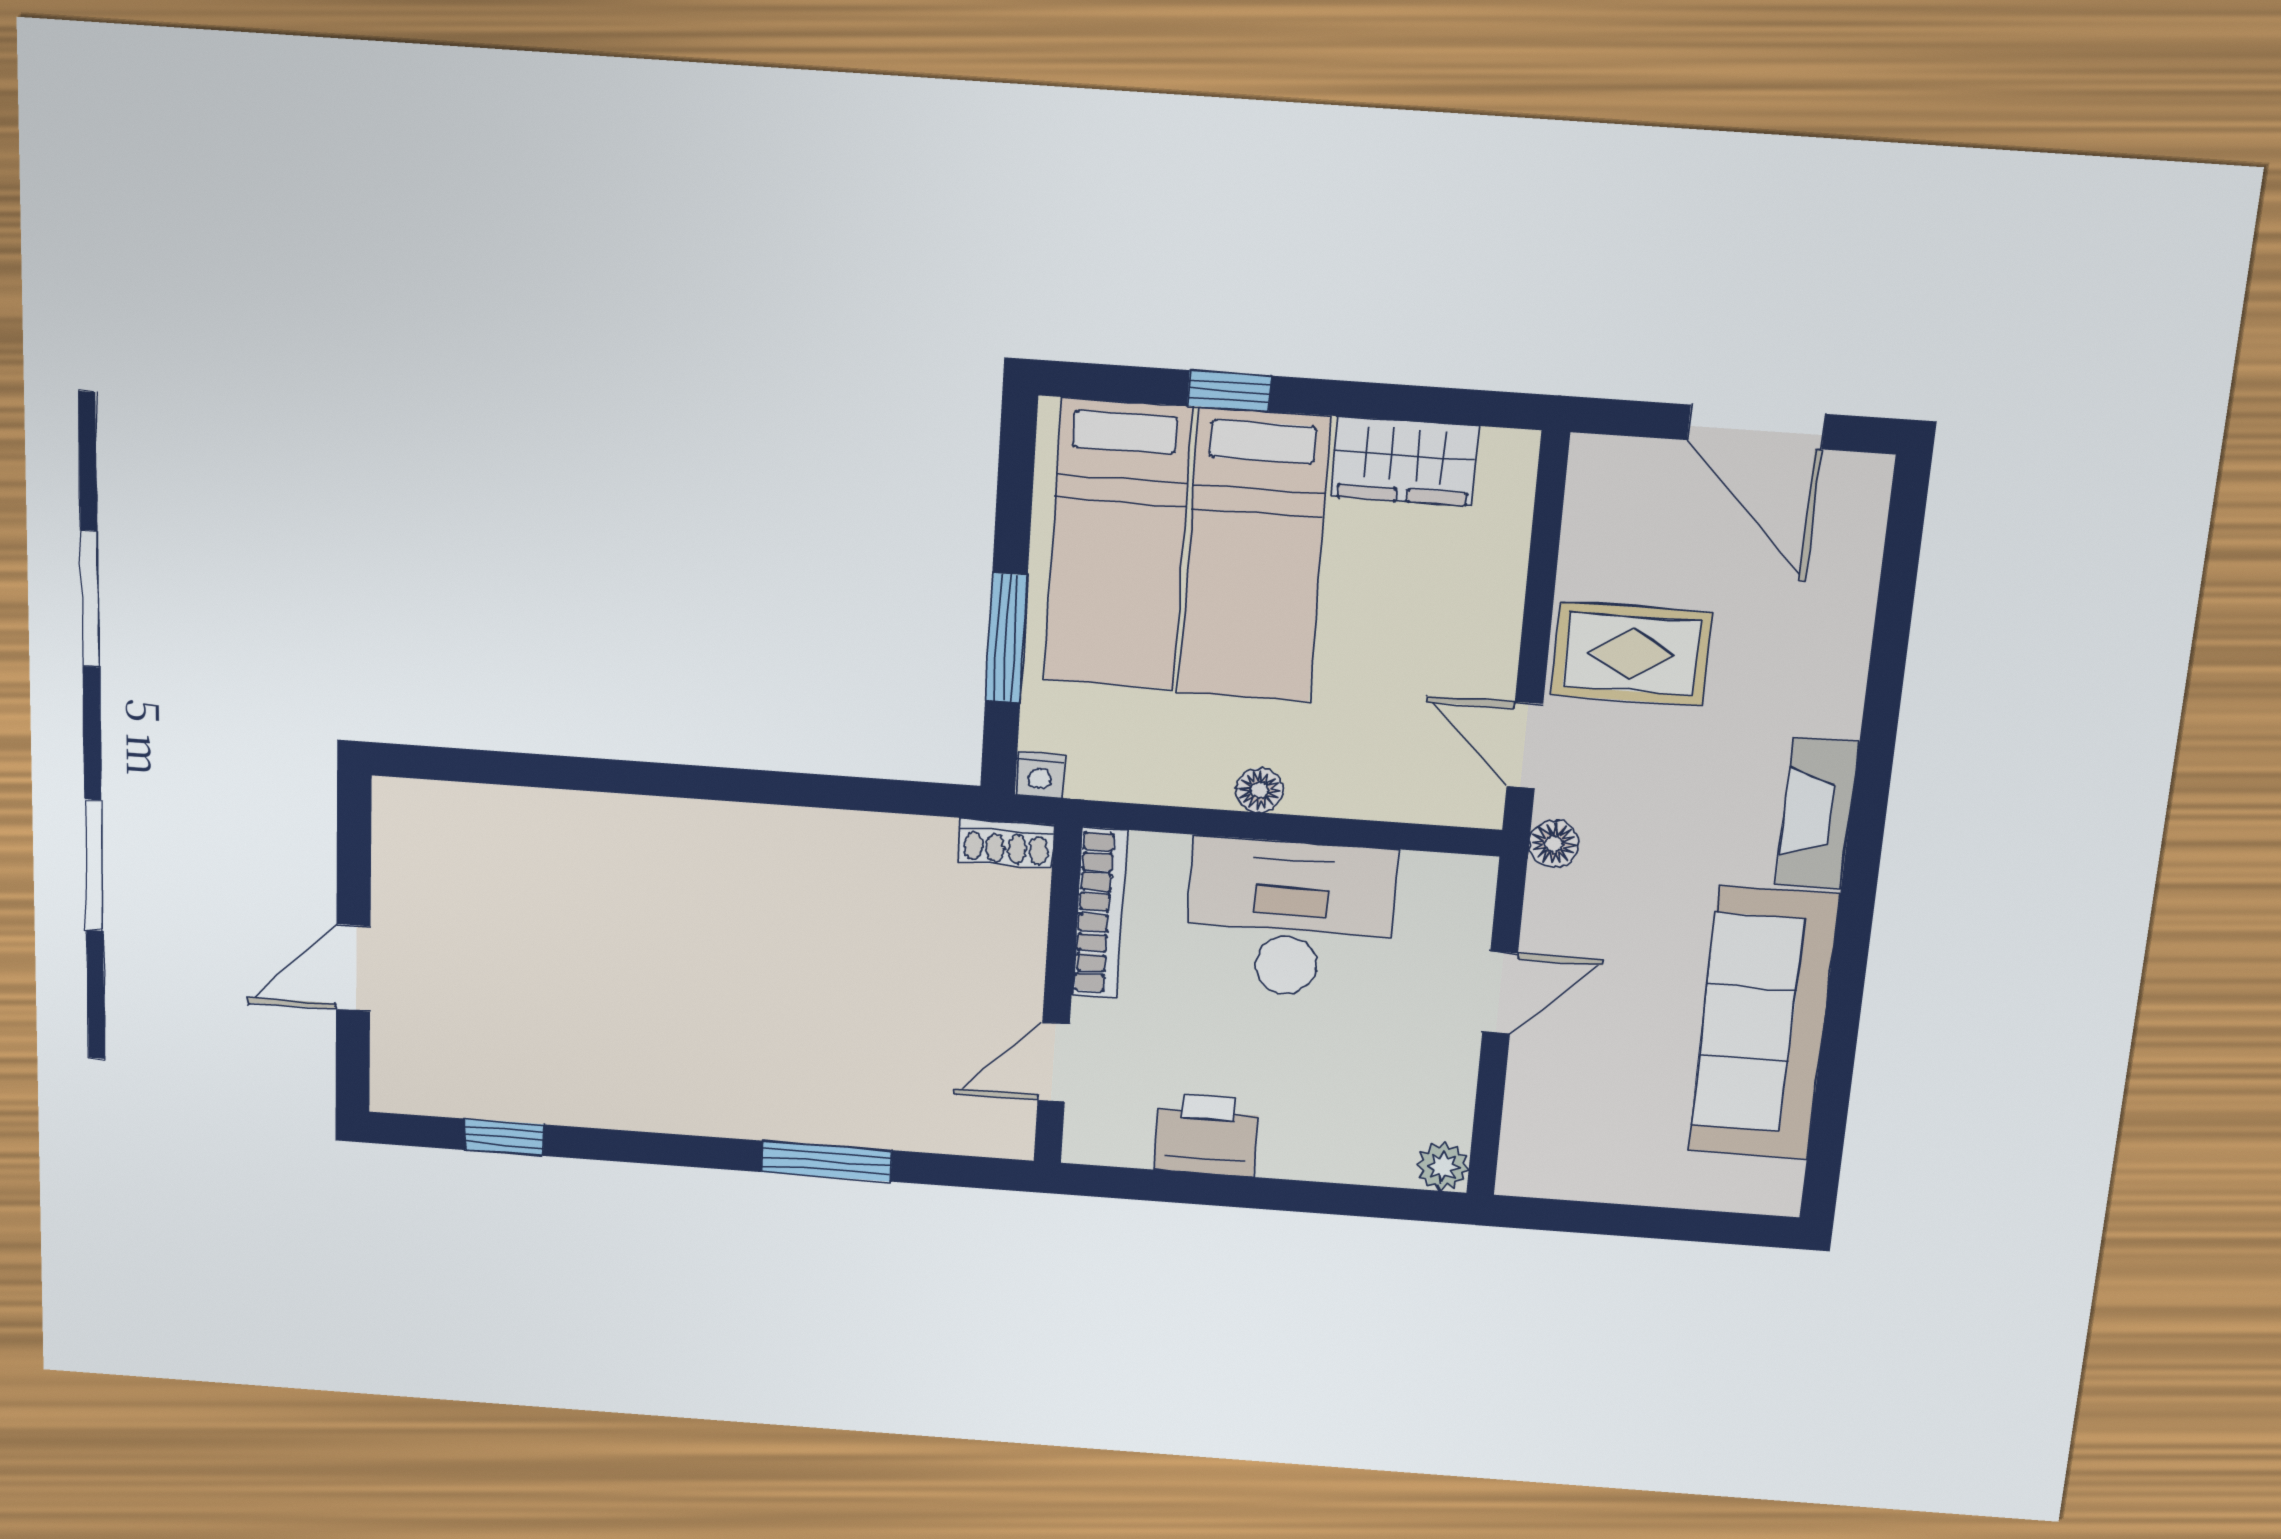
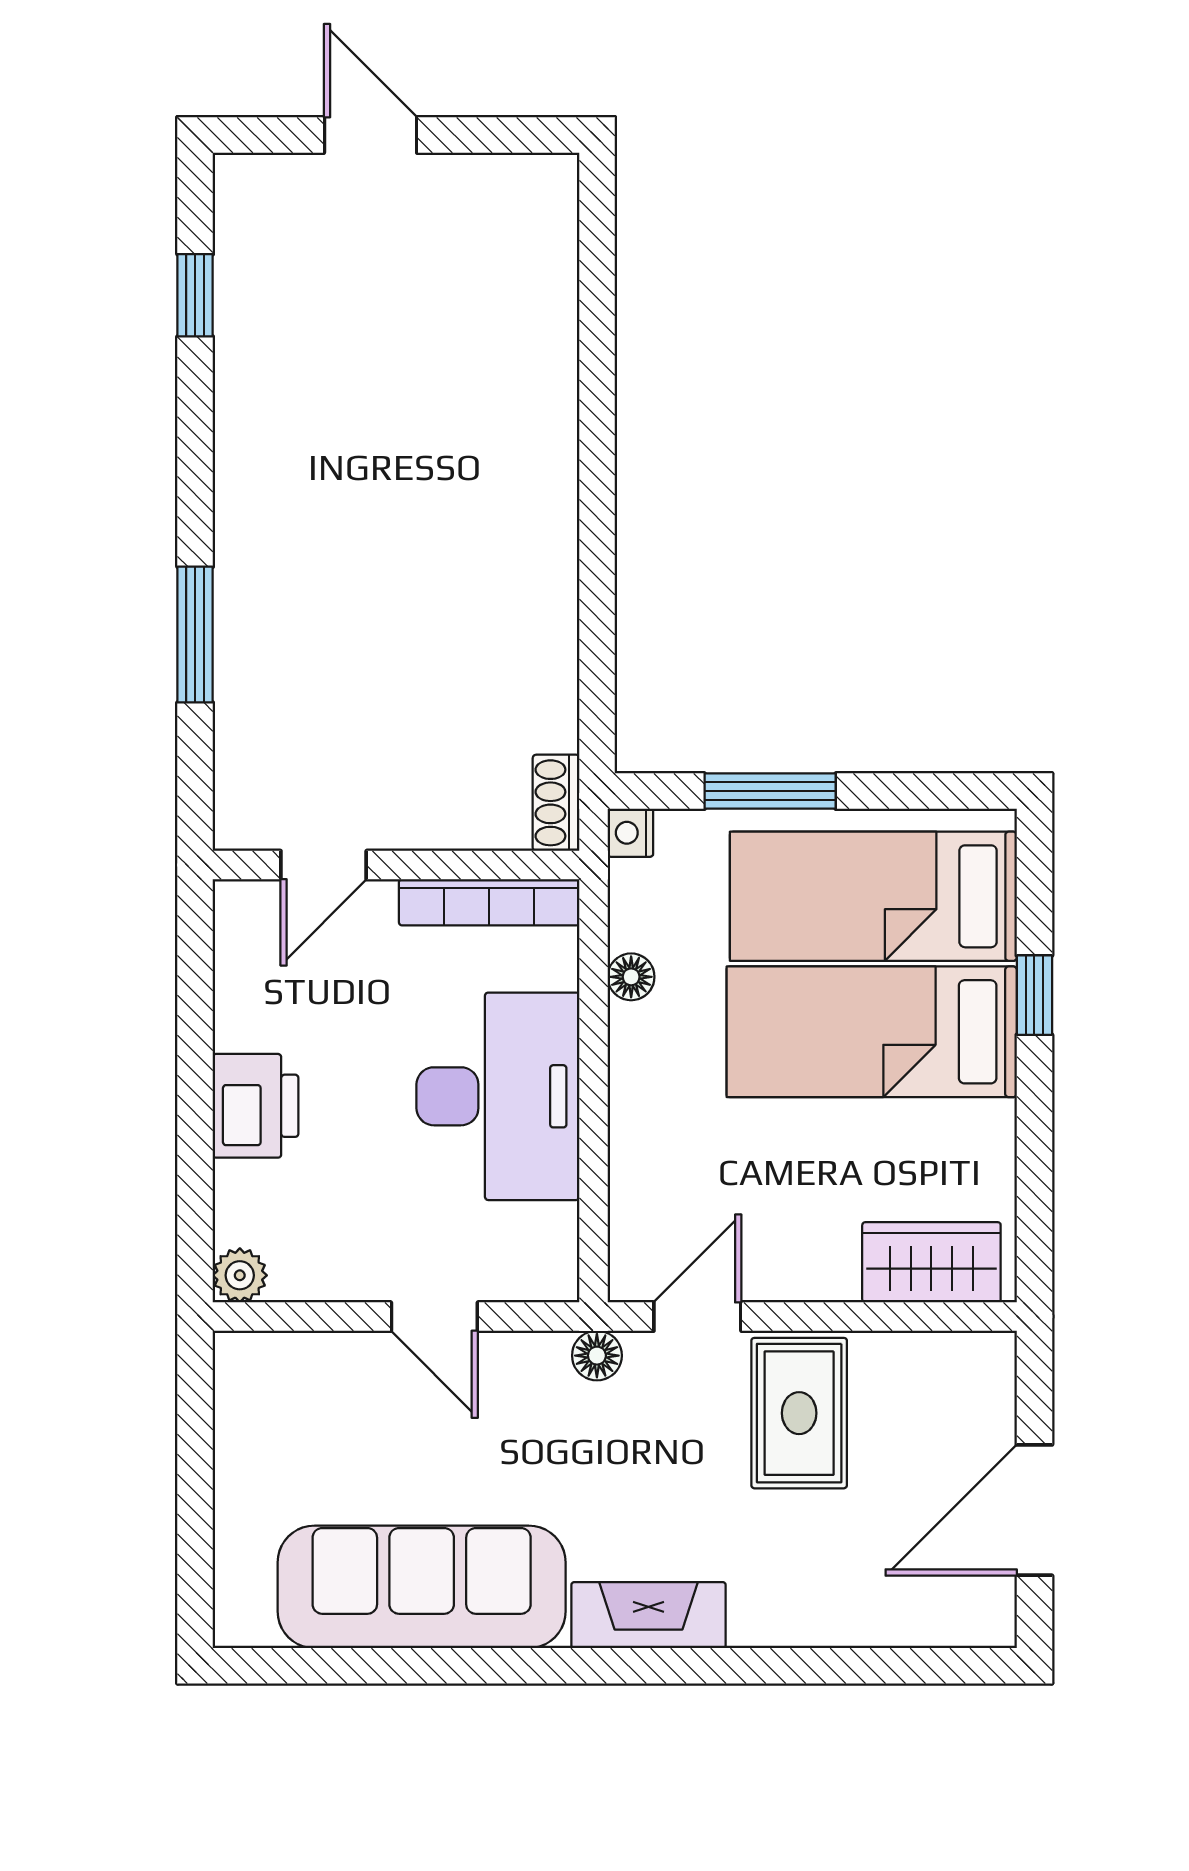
wardrobe: (1405, 461) -> (931, 1262), moved, turned 90
floor lamp: (1259, 790) -> (631, 977), moved
door: (1054, 1062) -> (324, 865), swing flipped
printer: (1206, 1135) -> (256, 1106), moved

